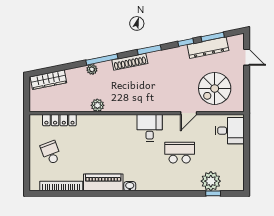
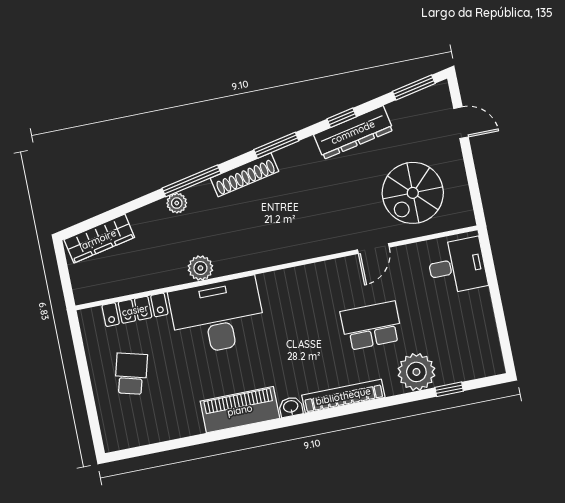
window: (213, 37) -> (414, 87), moved
dresser: (208, 48) -> (353, 132), moved
desk: (150, 128) -> (217, 316), moved, width x1.87, depth x1.30
school desk: (51, 153) -> (131, 374), turned 36
plant: (211, 181) -> (416, 372), moved
bookcase: (61, 186) -> (343, 396), moved

